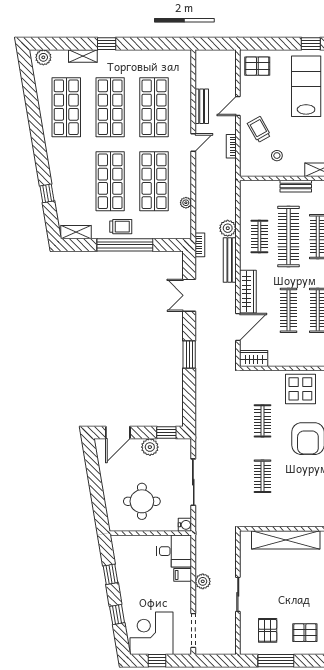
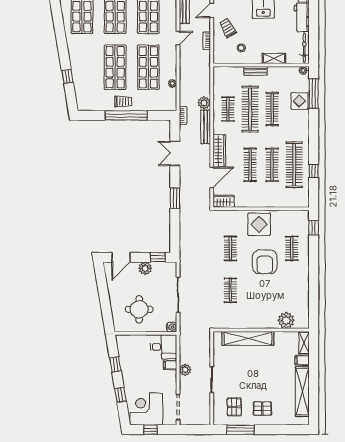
shelving: (76, 232) -> (89, 106), removed

